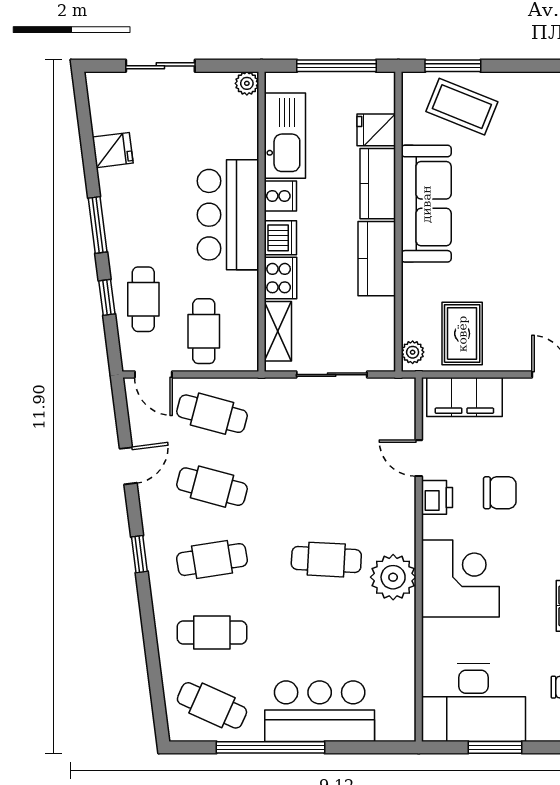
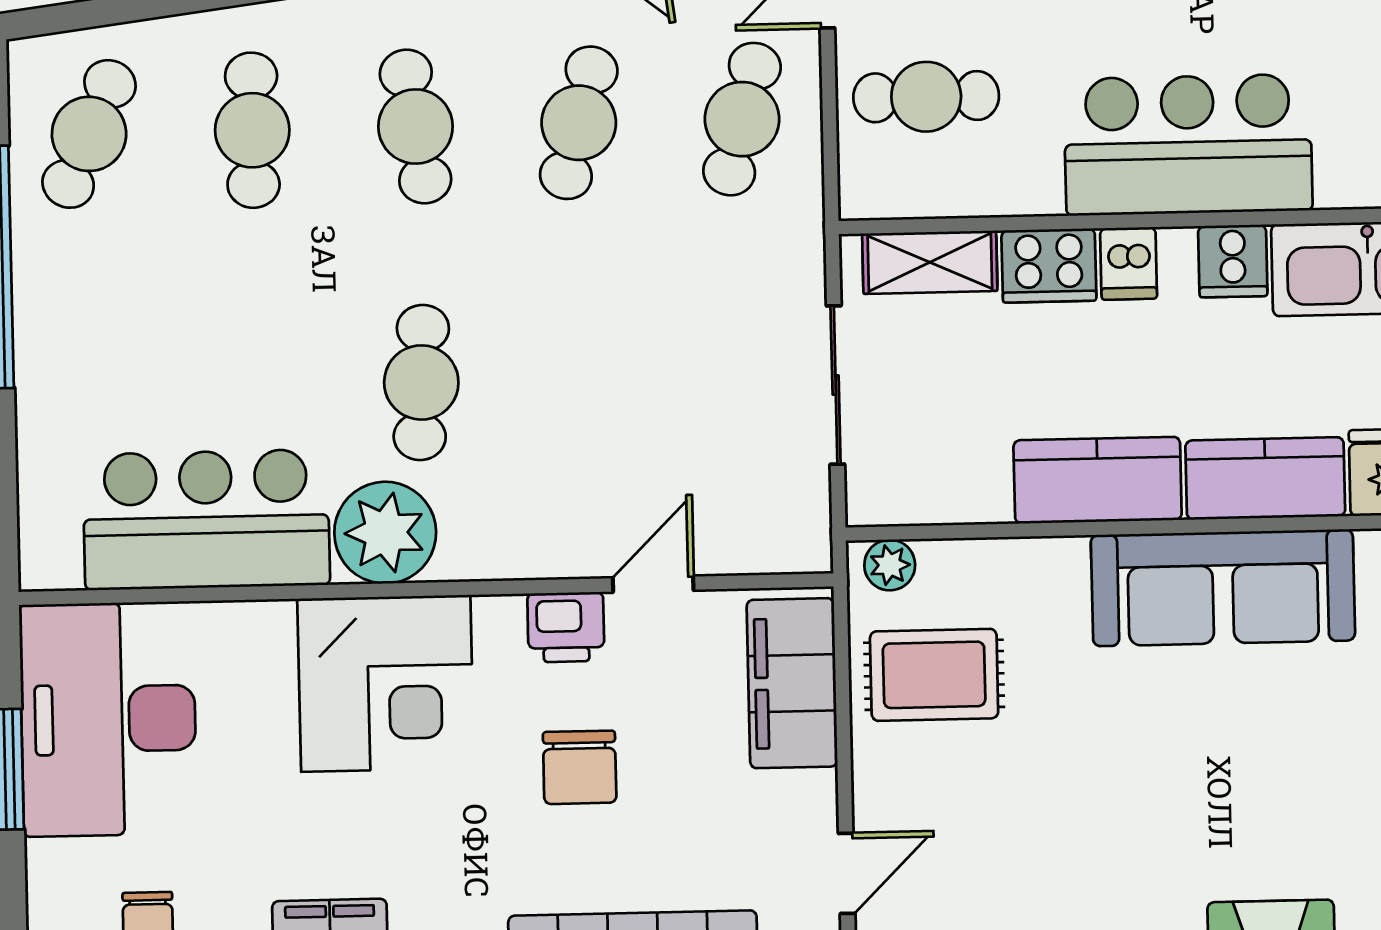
dishwasher: (280, 238) -> (1129, 263), width x0.73
bar counter: (320, 711) -> (206, 520), moved, turned -90

